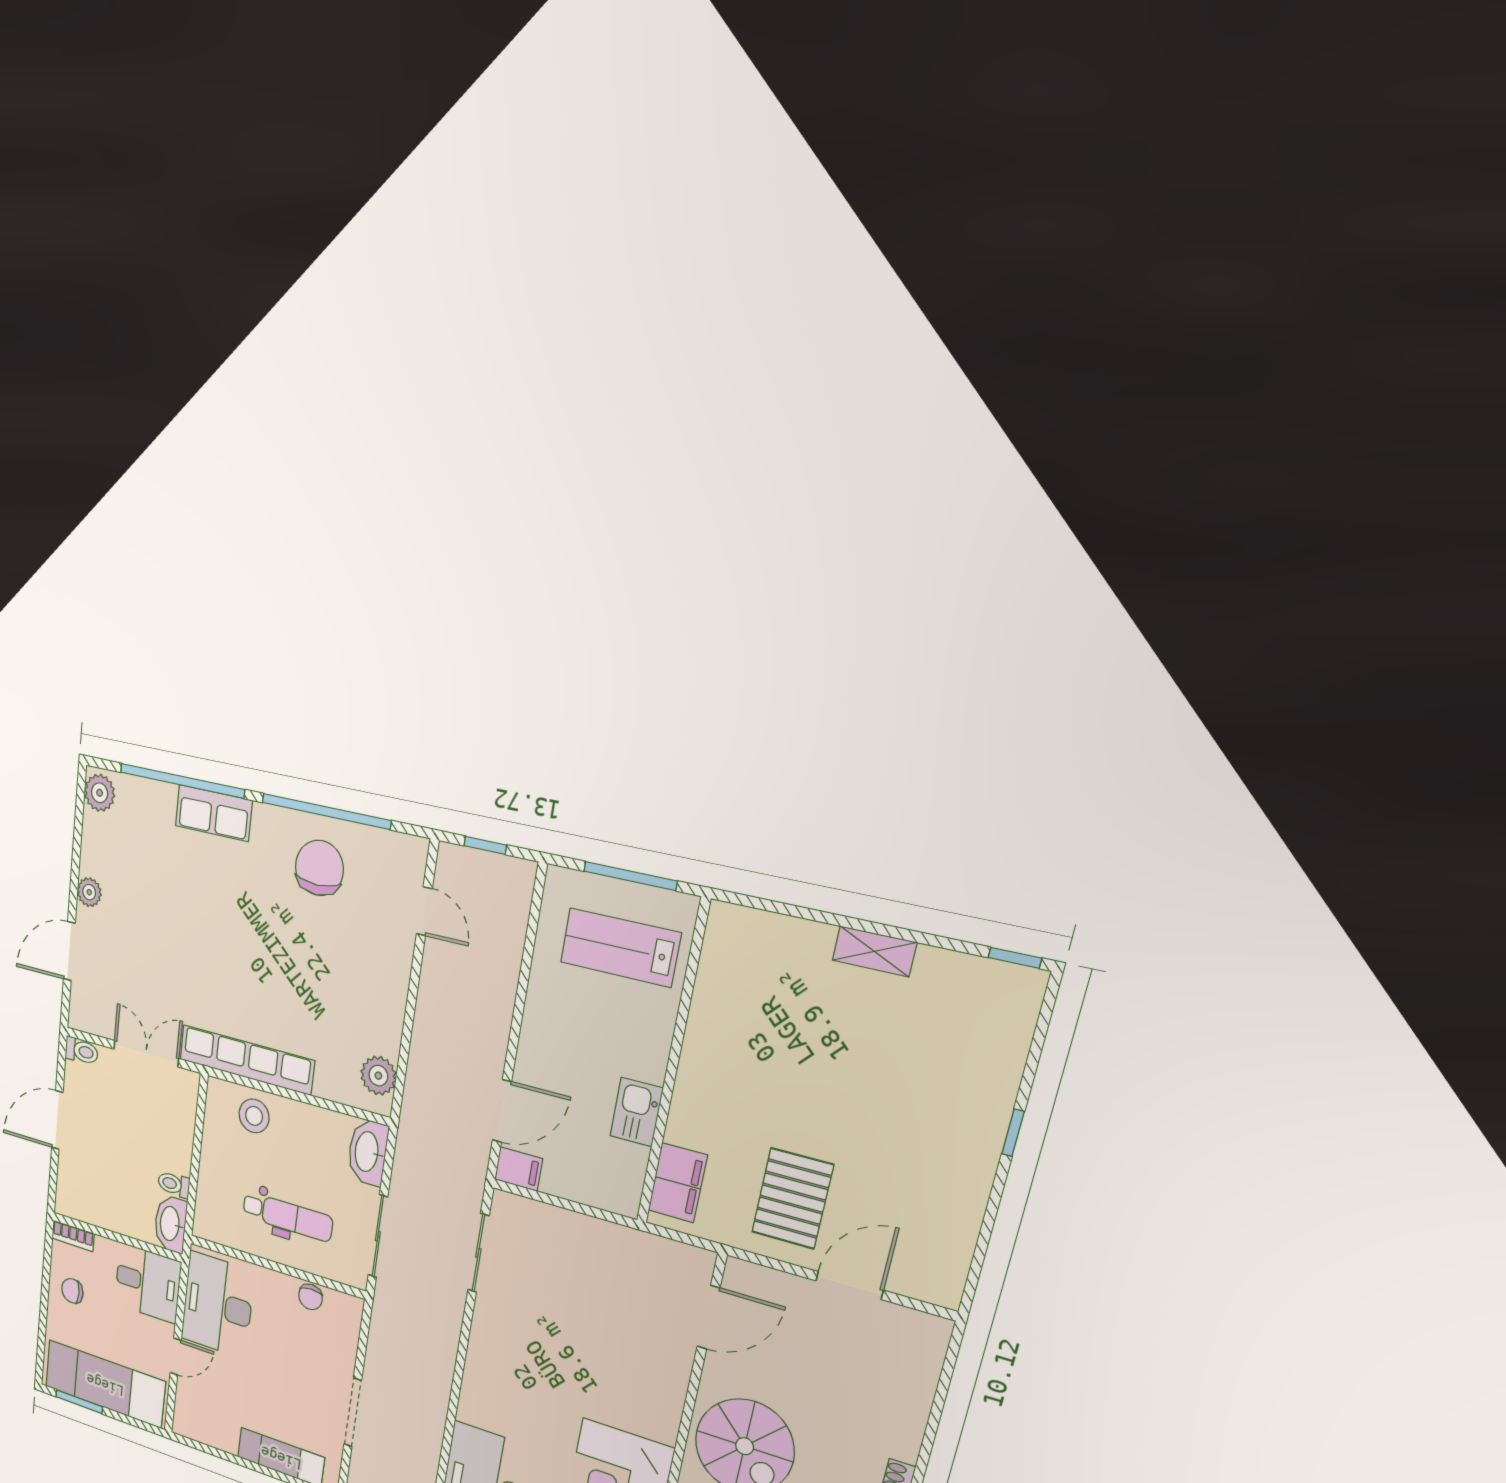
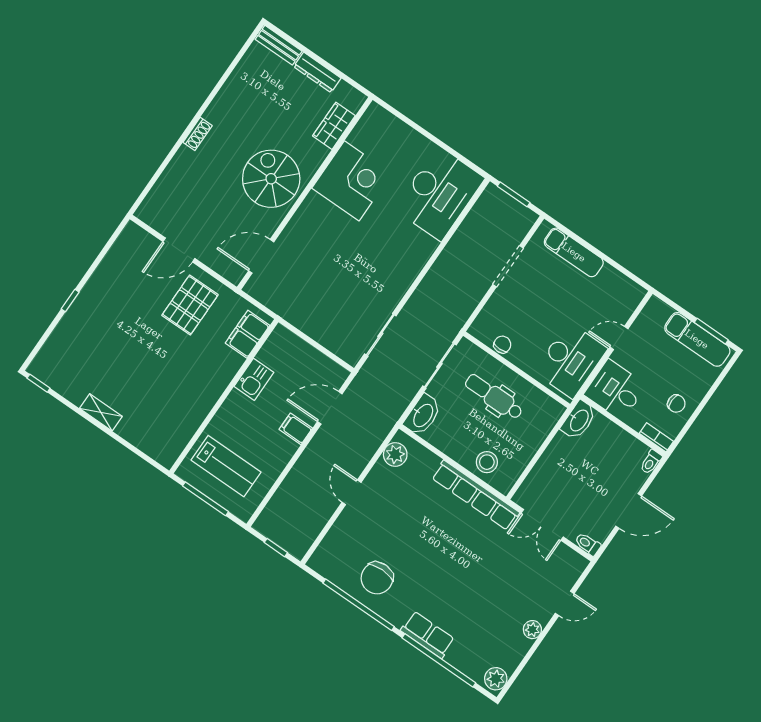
door: (424, 911) -> (352, 492), moved
door: (69, 951) -> (565, 603), width x0.73
filing cabinet: (519, 1169) -> (296, 429), moved
toilet: (174, 1184) -> (651, 462), moved, turned 90
exam couch: (105, 1384) -> (697, 339), width x0.73, depth x0.69

